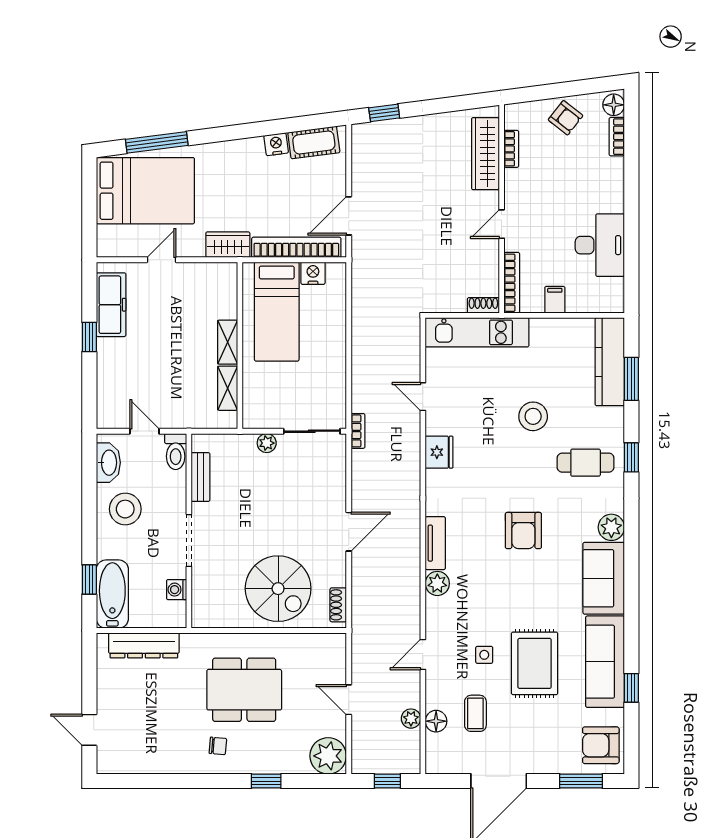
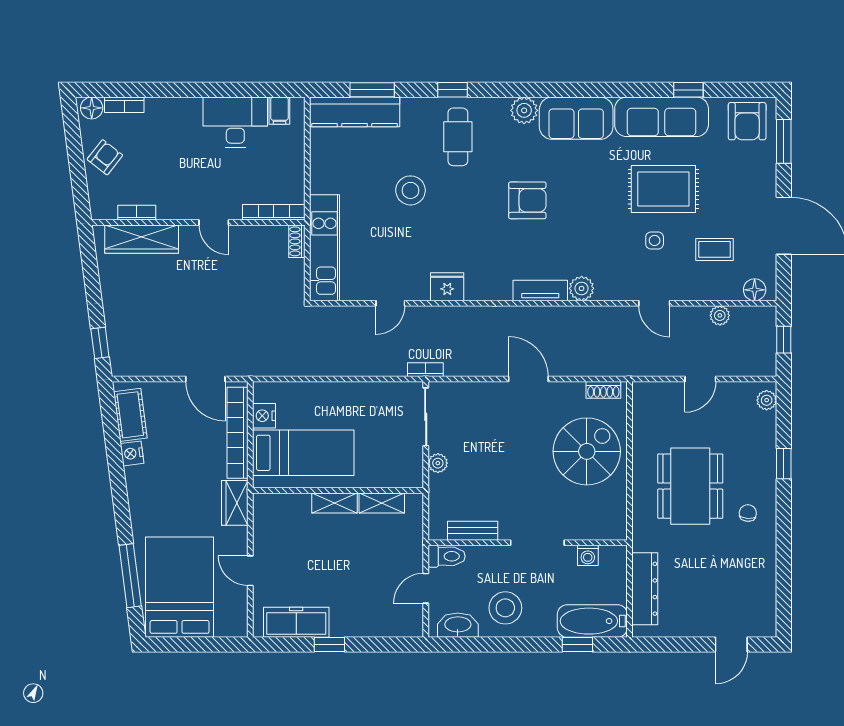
filing cabinet: (555, 300) -> (279, 111), moved, turned -90
floor lamp: (436, 721) -> (755, 290), moved
plant: (328, 756) -> (767, 400), width x0.53, depth x0.53

